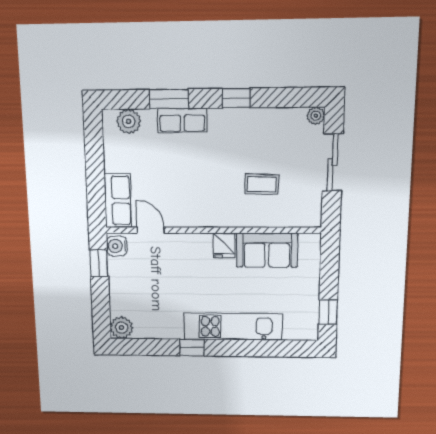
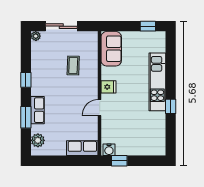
door: (151, 230) -> (100, 108), moved
sofa: (267, 250) -> (111, 49), moved
plant: (121, 328) -> (159, 149), removed

